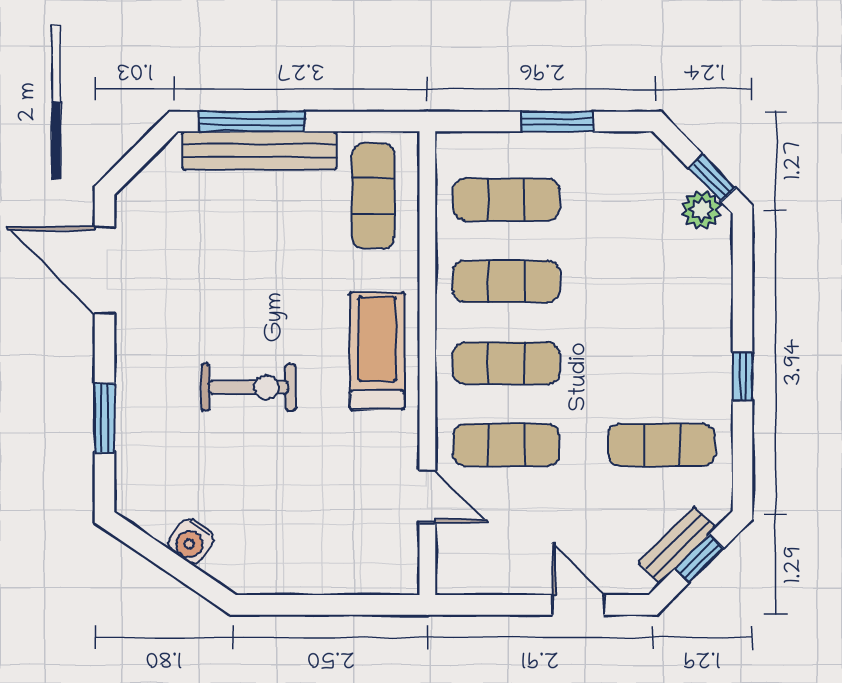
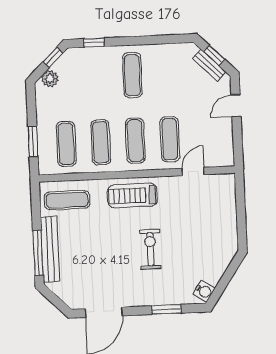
window: (557, 122) -> (33, 142), moved
plant: (702, 210) -> (50, 79), moved
window: (742, 376) -> (94, 43), moved
exercise mat: (662, 445) -> (132, 75), moved
water cooler: (191, 541) -> (204, 291), moved

